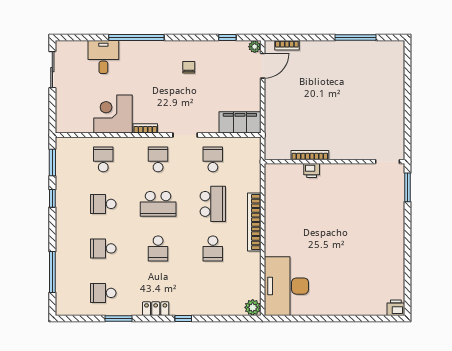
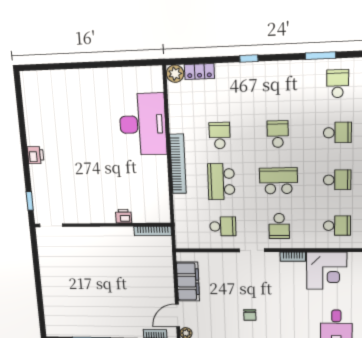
filing cabinet: (240, 122) -> (188, 282), moved, turned -90
bookcase: (310, 155) -> (153, 231), moved
school desk: (103, 159) -> (337, 226), turned -90
school desk: (213, 159) -> (223, 226), turned -90
window: (407, 187) -> (30, 201), width x0.67
desk: (286, 286) -> (143, 124), moved
school desk: (103, 293) -> (338, 84), turned -90
printer: (396, 308) -> (36, 155), moved, turned -90
locker: (156, 309) -> (199, 71), moved

